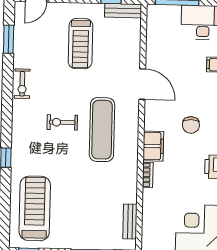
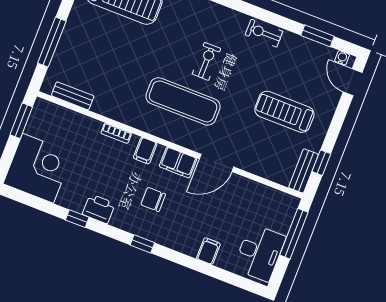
water cooler: (19, 13) -> (342, 58), added
filing cabinet: (153, 116) -> (178, 163), added
filing cabinet: (153, 146) -> (145, 151), width x0.50

